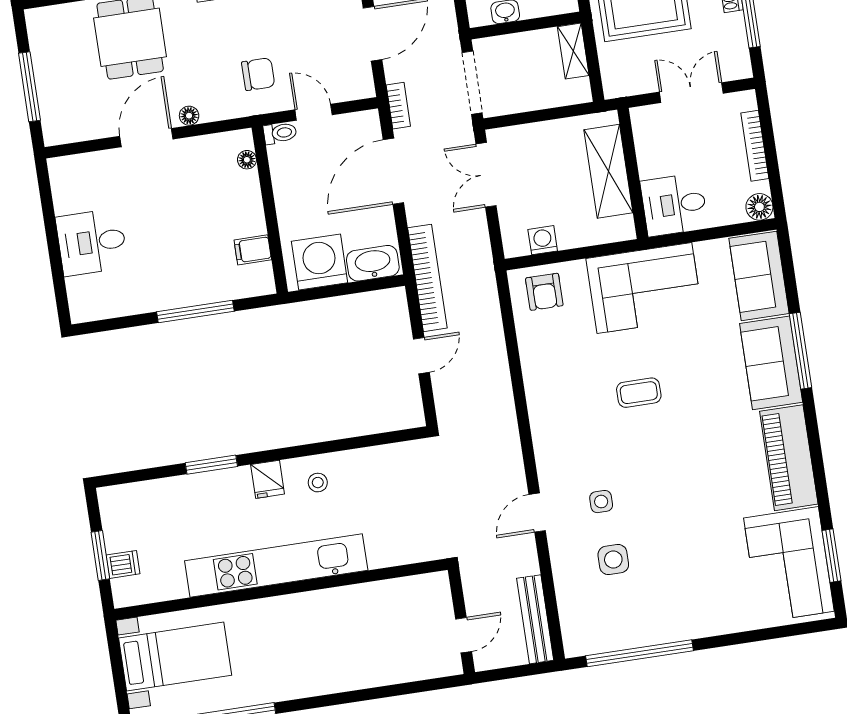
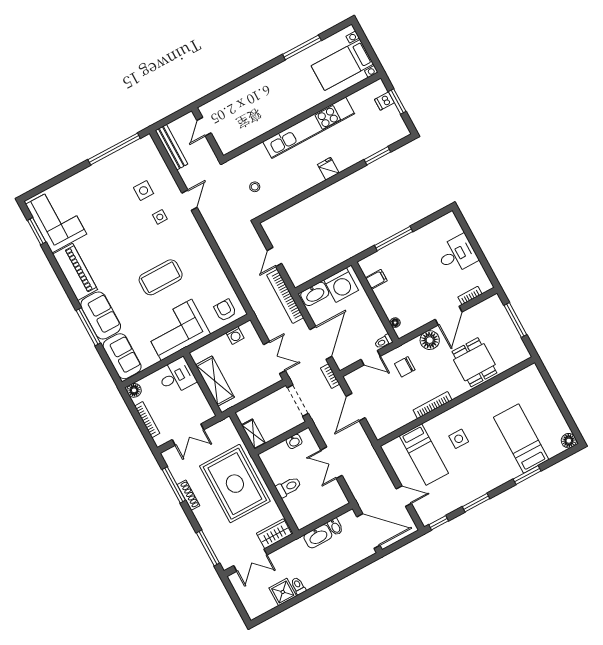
floor lamp: (189, 116) -> (430, 340), width x1.89, depth x1.89
bookcase: (95, 160) -> (470, 296), added
coffee table: (639, 393) -> (161, 277), width x1.86, depth x1.72
window: (211, 465) -> (377, 156), moved
stool: (318, 483) -> (255, 187), moved

